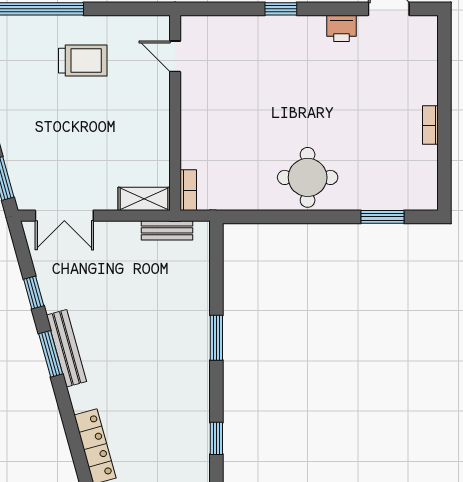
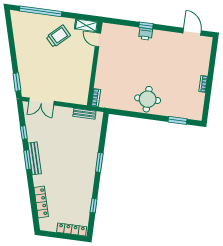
printer: (341, 28) -> (146, 34), moved
trolley: (83, 61) -> (58, 36), turned -43
shelving: (144, 199) -> (86, 25), moved

